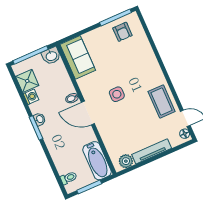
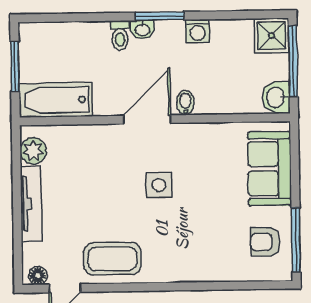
sofa: (78, 57) -> (270, 169), moved, turned 90
shower: (27, 81) -> (272, 35), moved
washing machine: (31, 97) -> (198, 31), moved
washbasin: (40, 119) -> (142, 30), moved
toilet: (69, 178) -> (120, 36), moved

